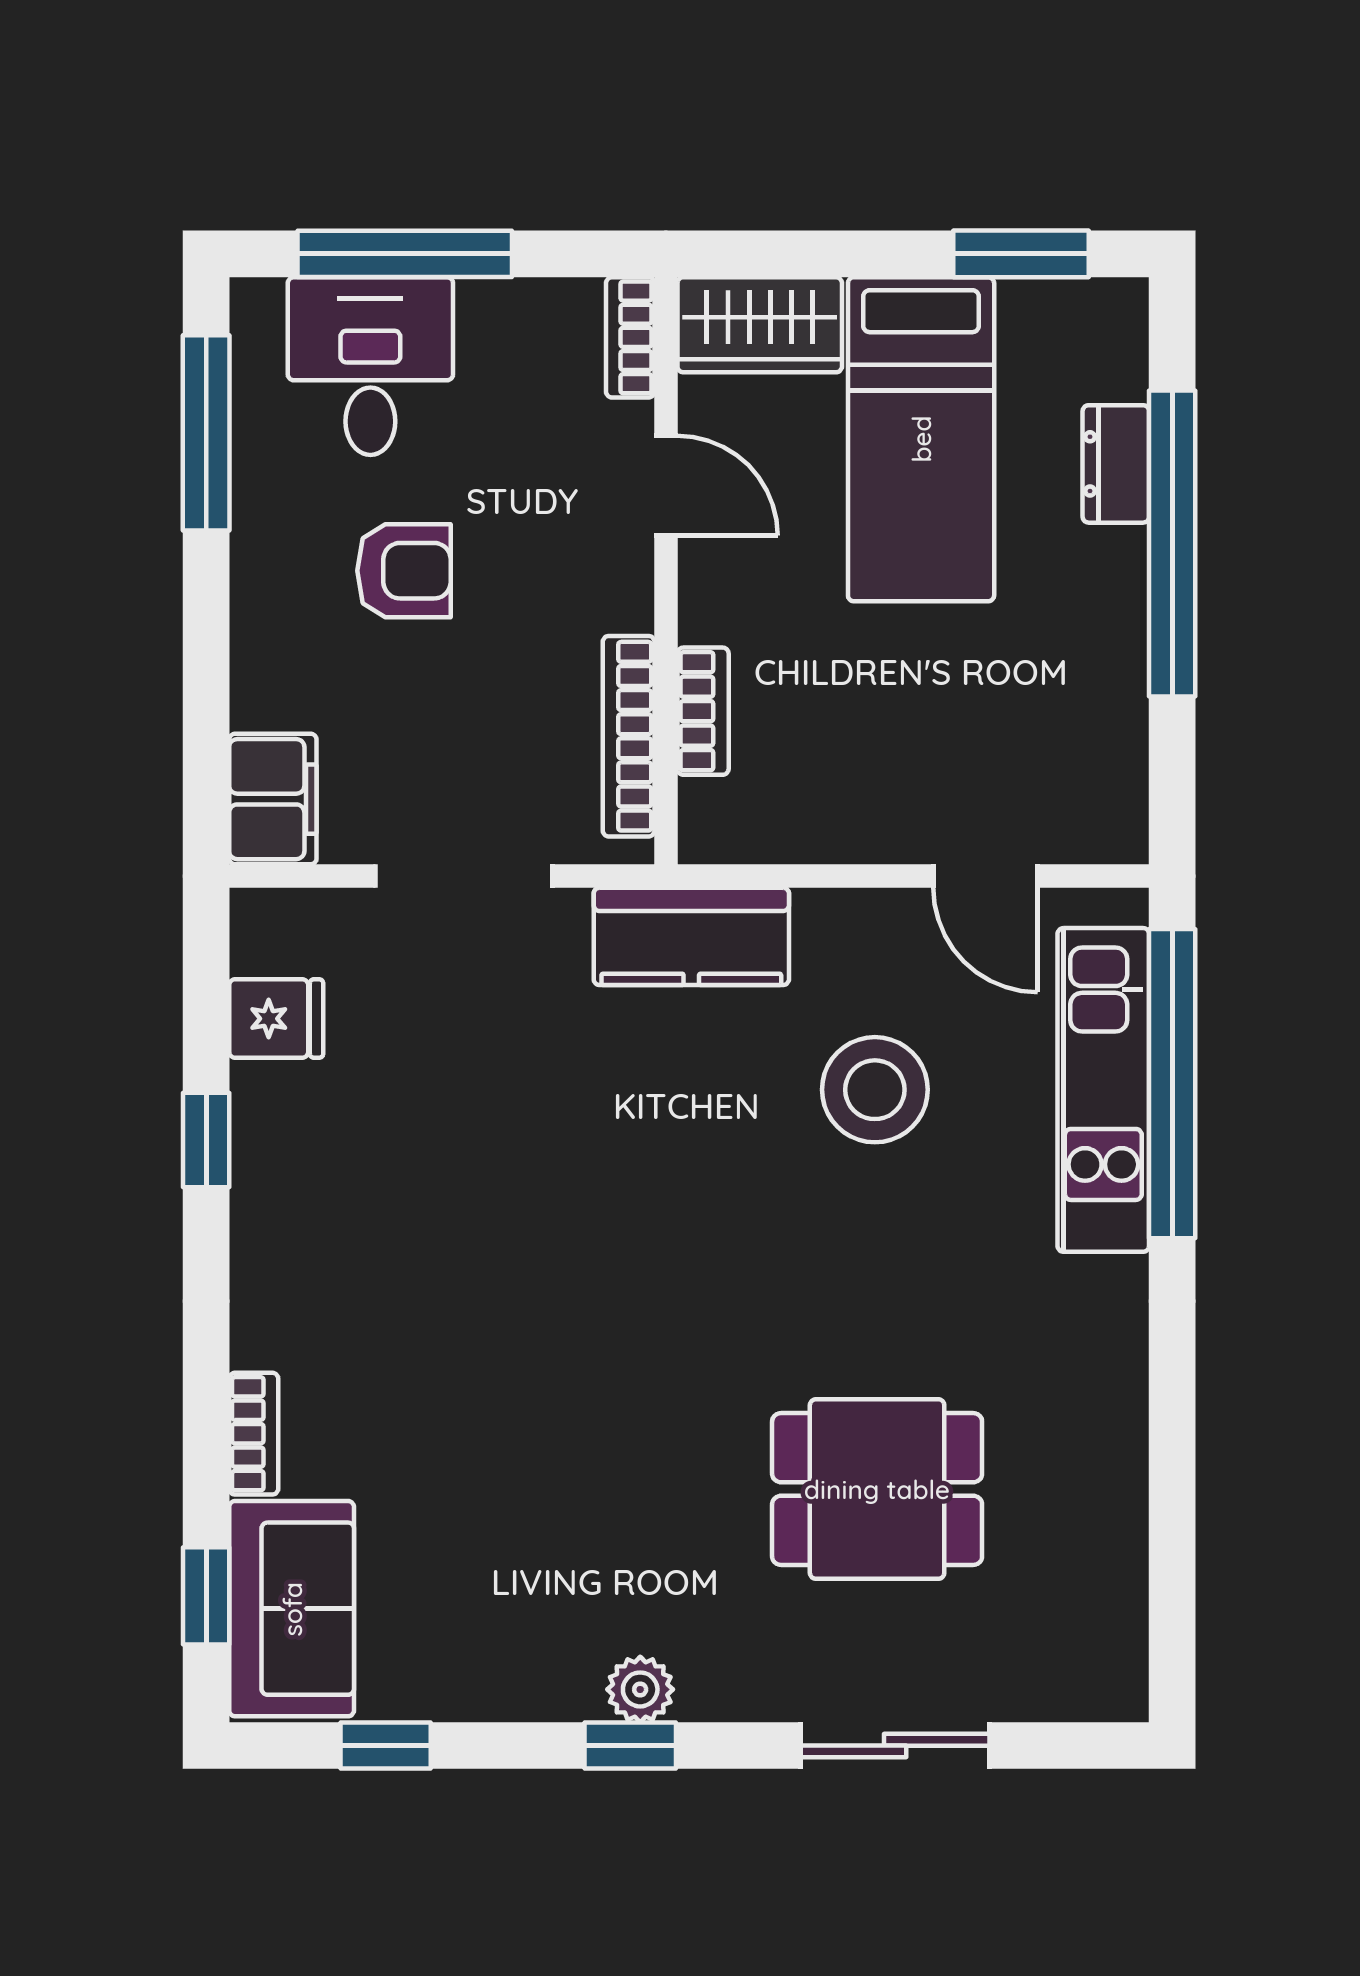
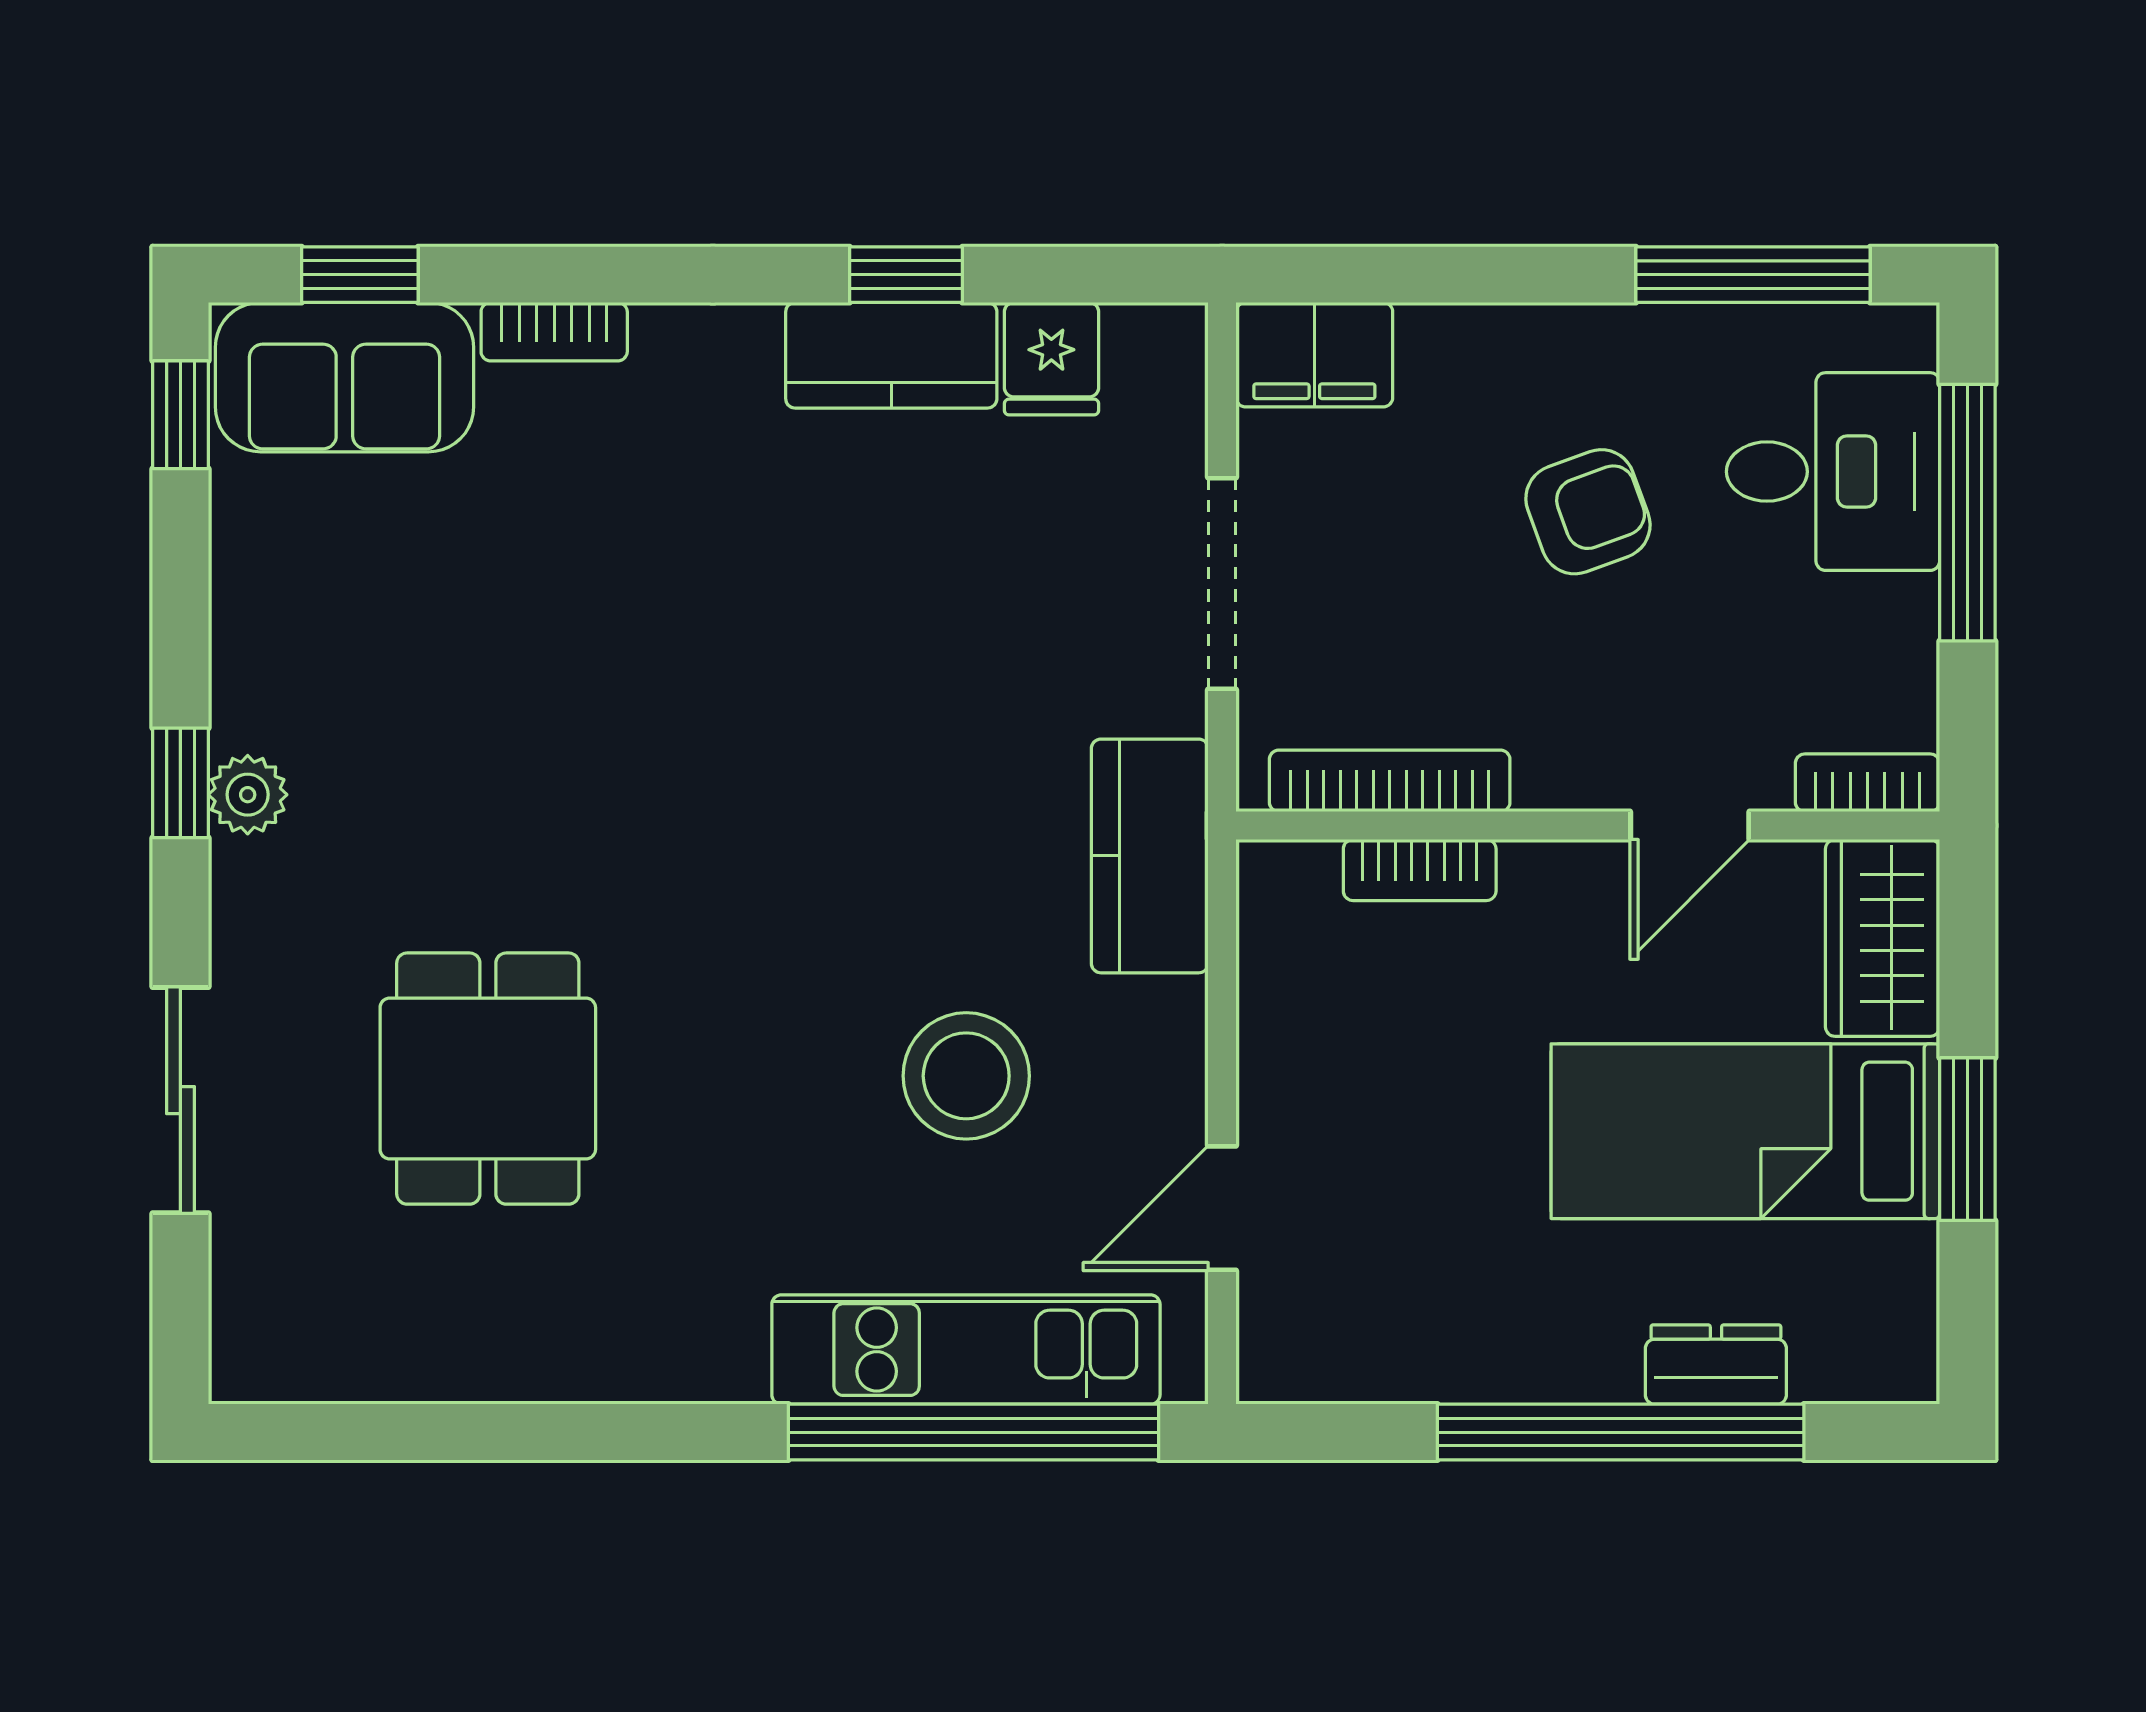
window: (1021, 254) -> (1967, 1139), moved
armchair: (404, 571) -> (1588, 512), turned -110
kitchen counter: (273, 1152) -> (891, 355), added
window: (386, 1746) -> (180, 415), moved

